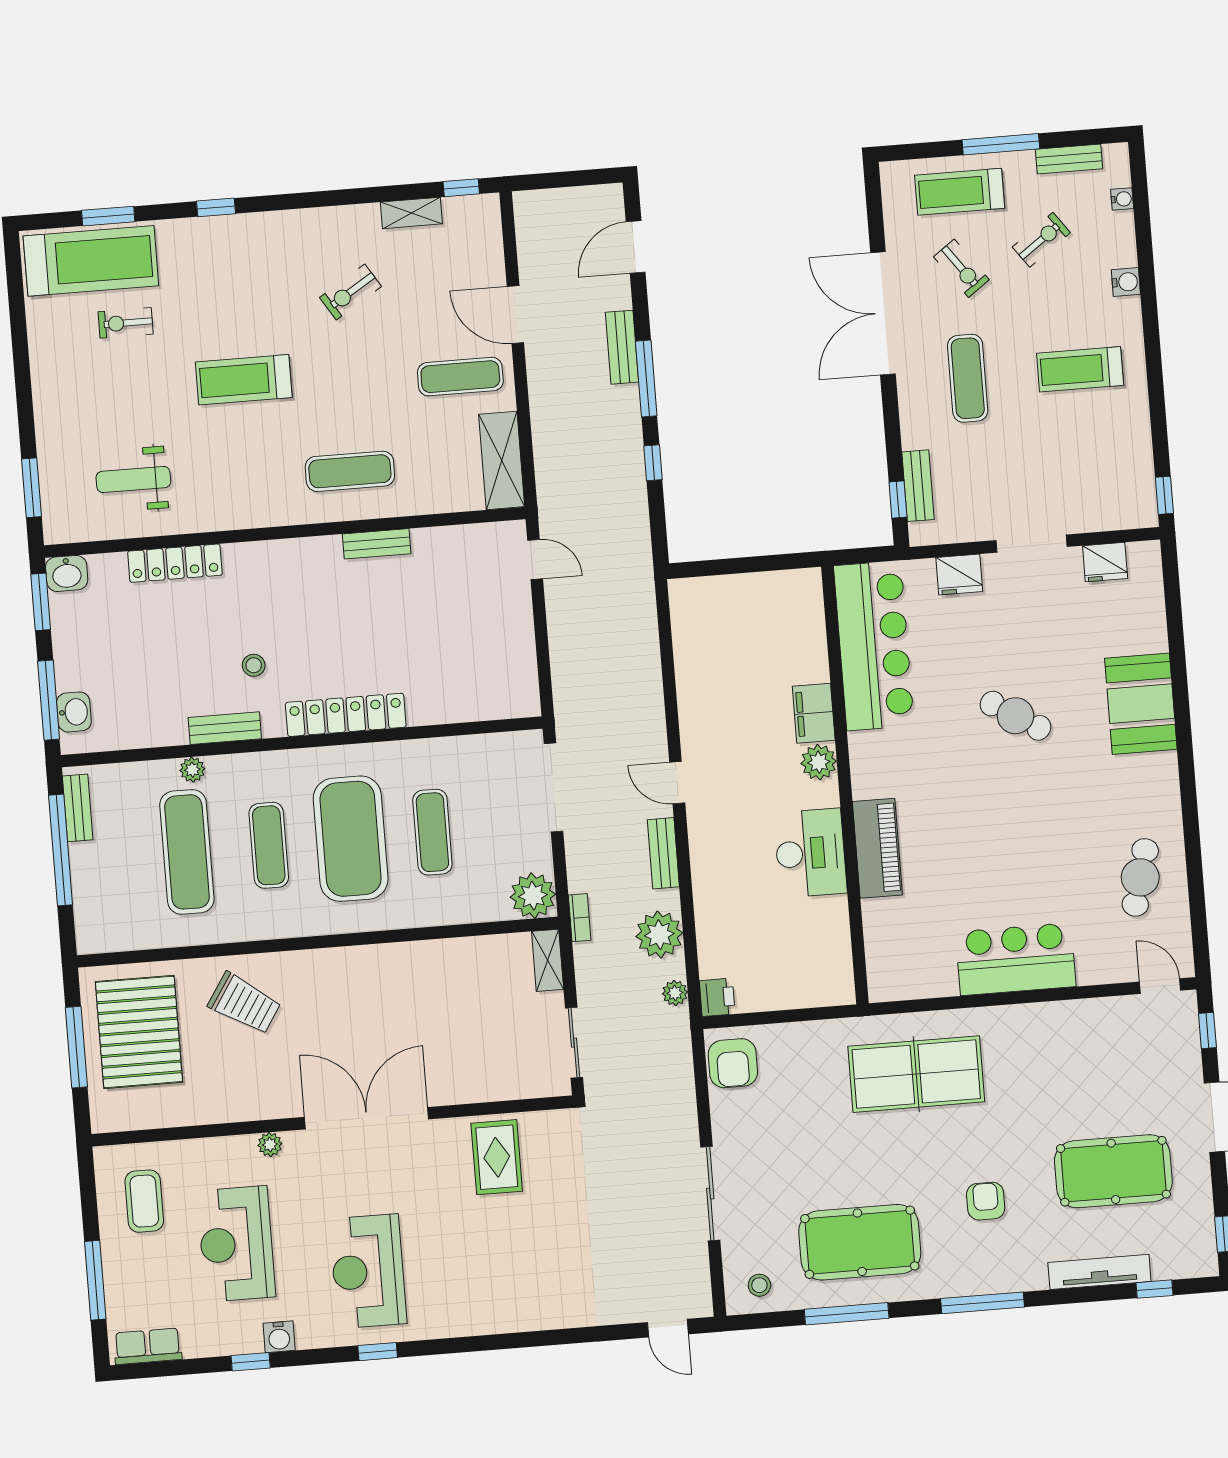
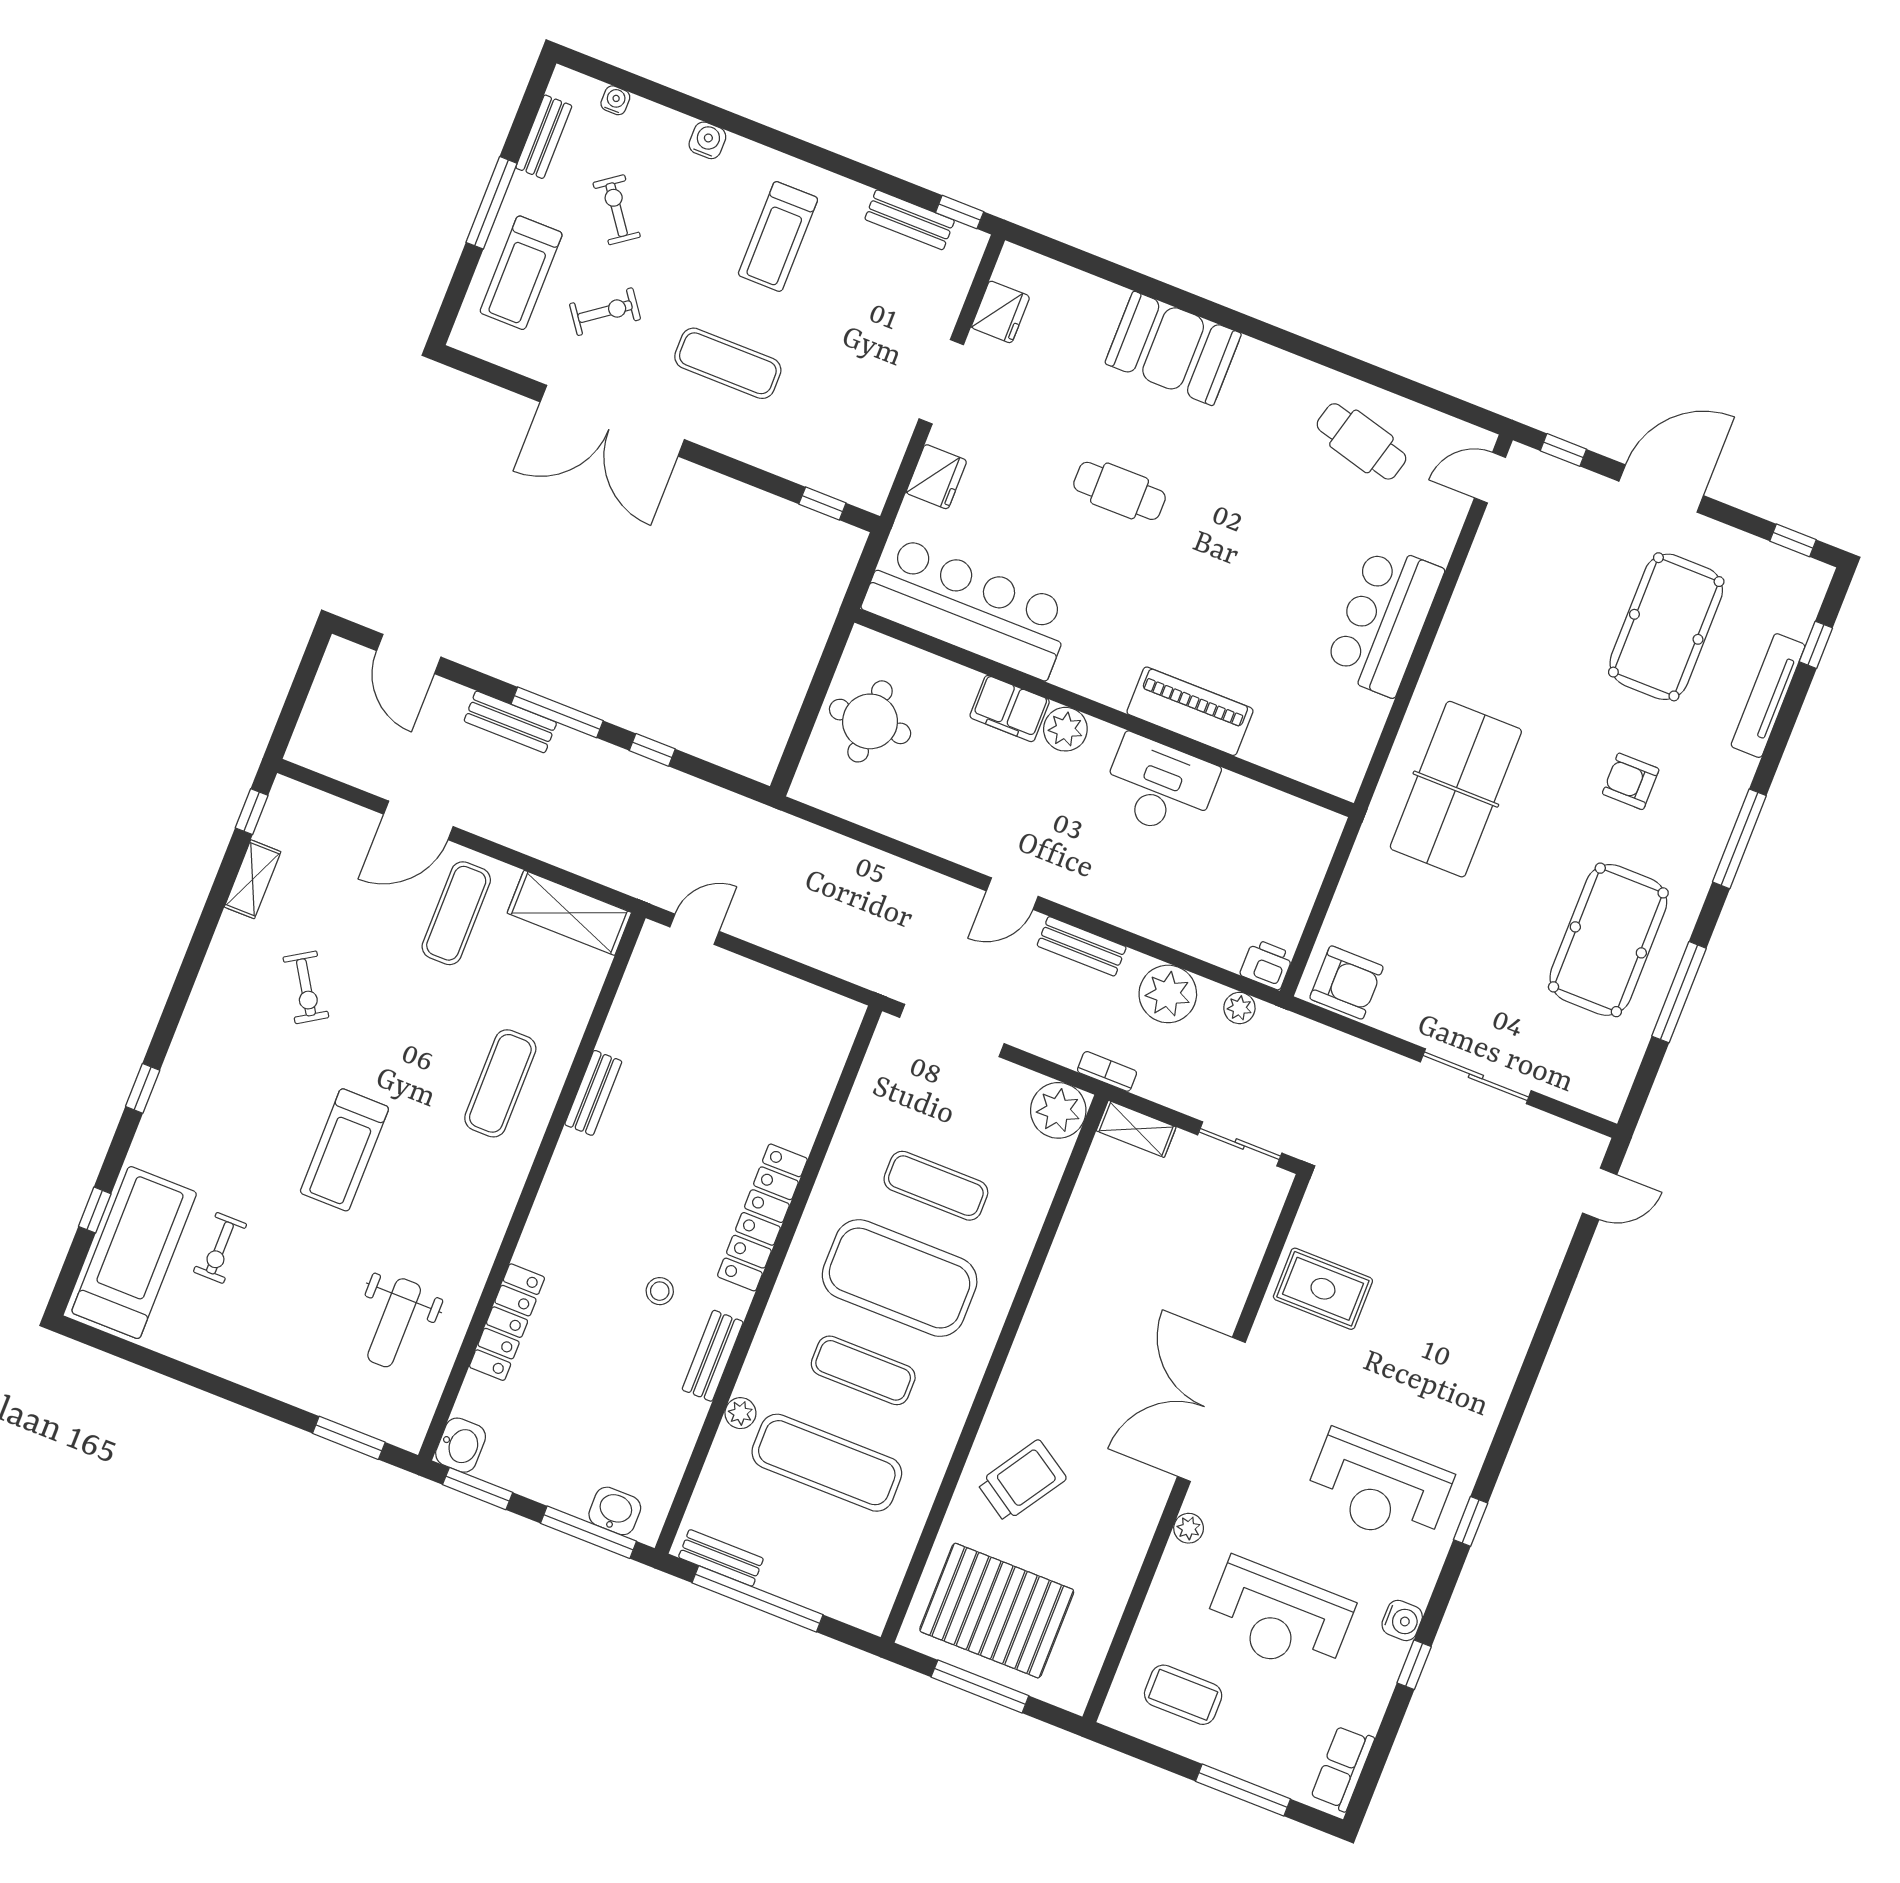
window: (108, 216) -> (95, 1210), width x0.67
bench: (918, 486) -> (910, 220), moved
round table: (753, 614) -> (870, 721), added
cafe table: (1015, 716) -> (1120, 491), turned 58
stool: (759, 1285) -> (1602, 1072), removed

